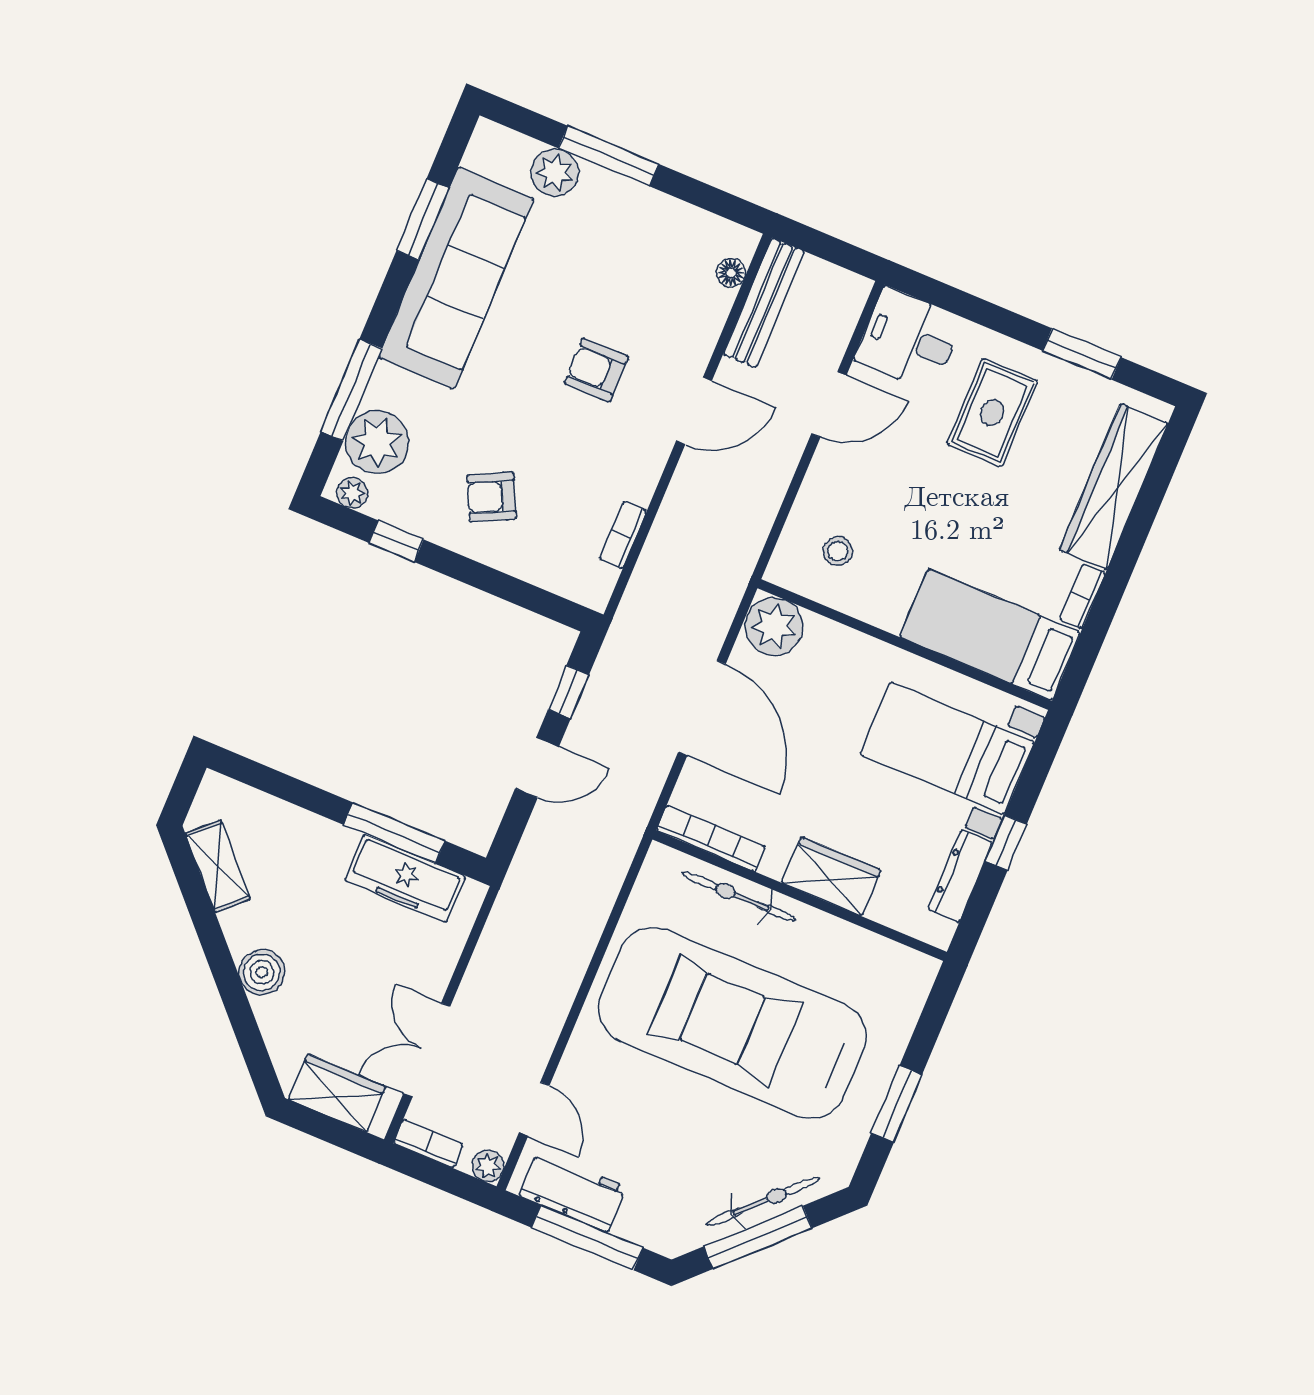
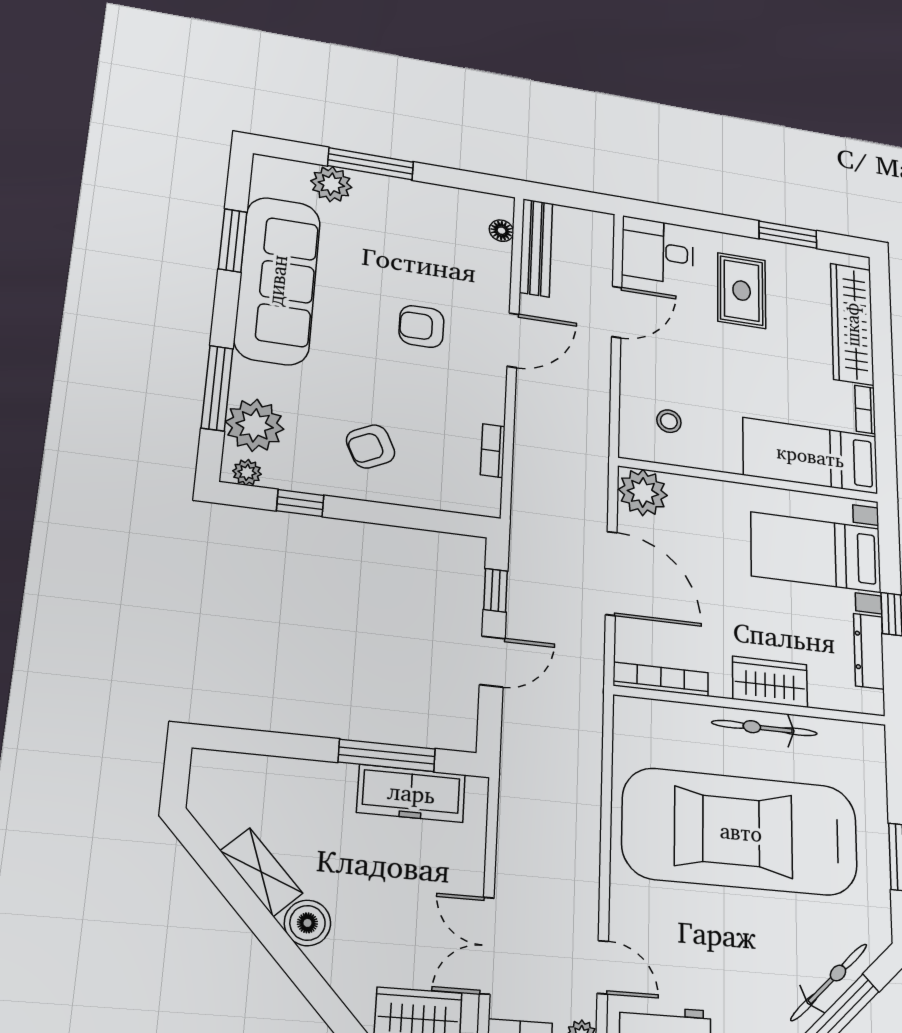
shelving: (218, 866) -> (261, 872), moved
bicycle: (739, 897) -> (765, 728), moved

